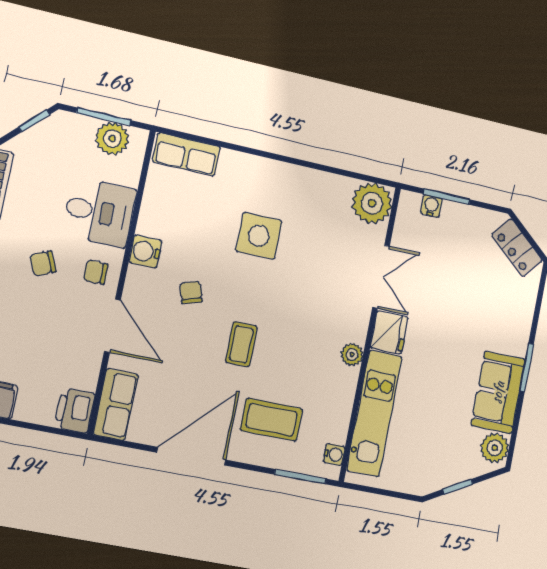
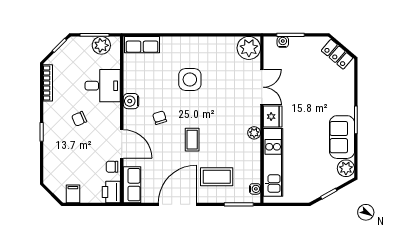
chair: (96, 272) -> (112, 167), moved

